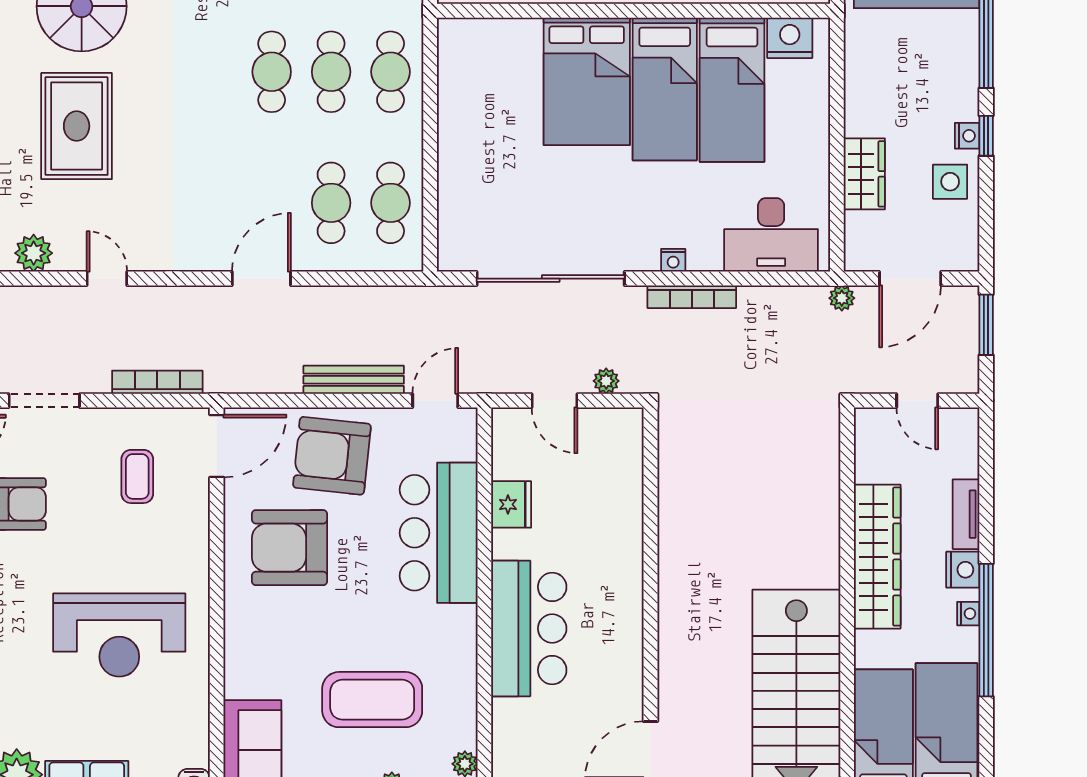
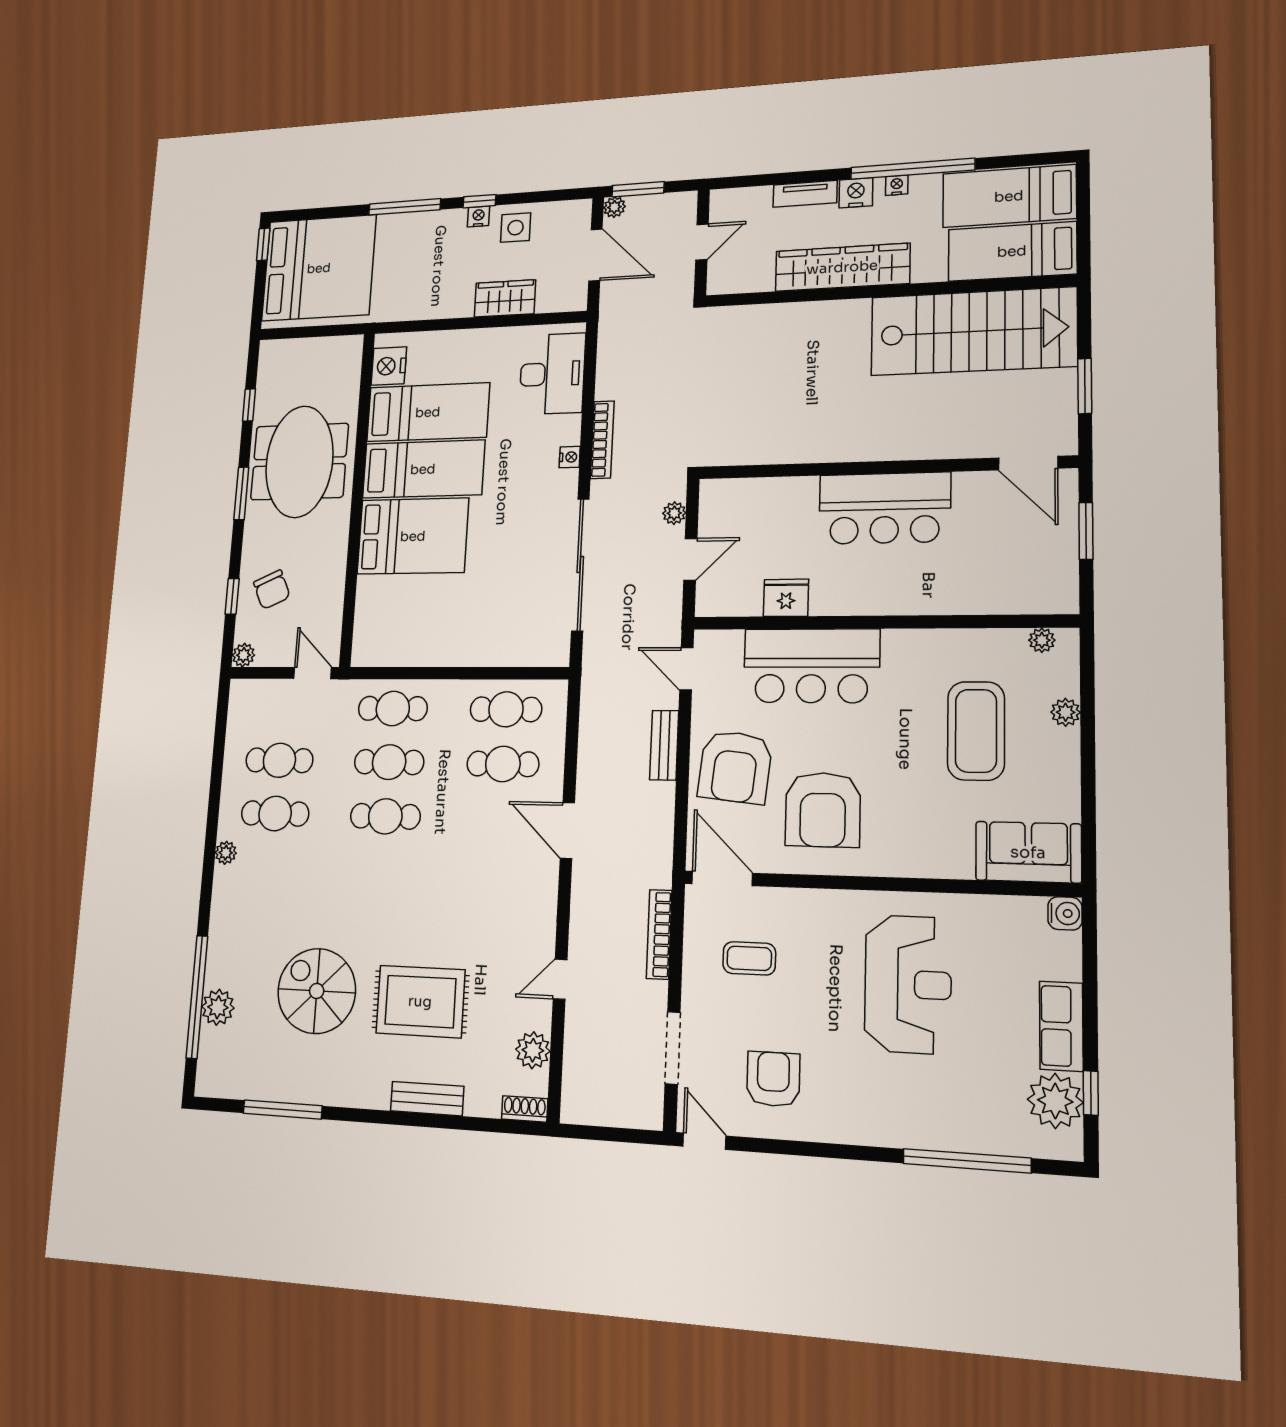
plant: (842, 298) -> (614, 207), moved
bench: (354, 380) -> (664, 745), width x0.73
bar counter: (529, 628) -> (884, 508), moved, turned 180

